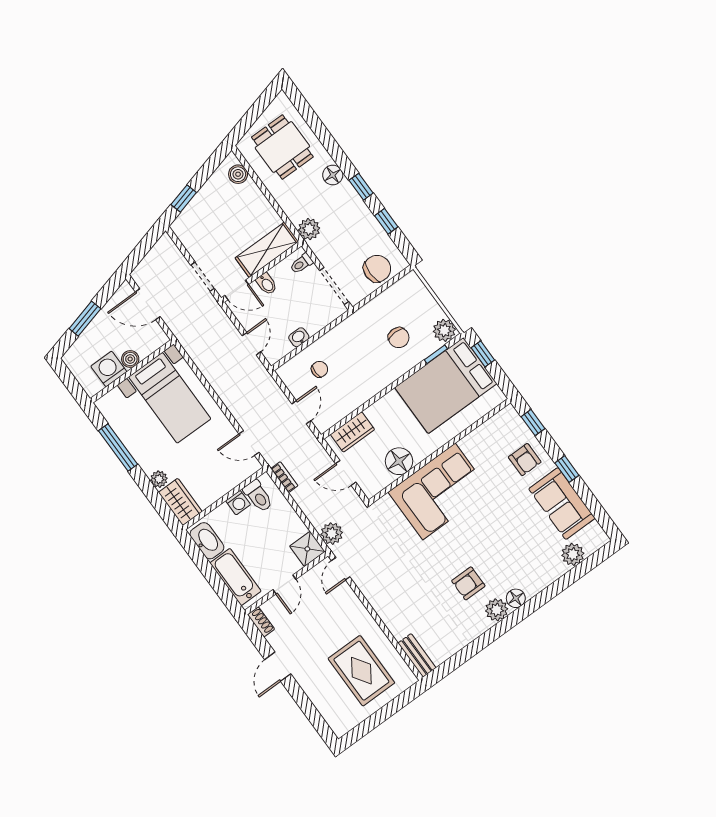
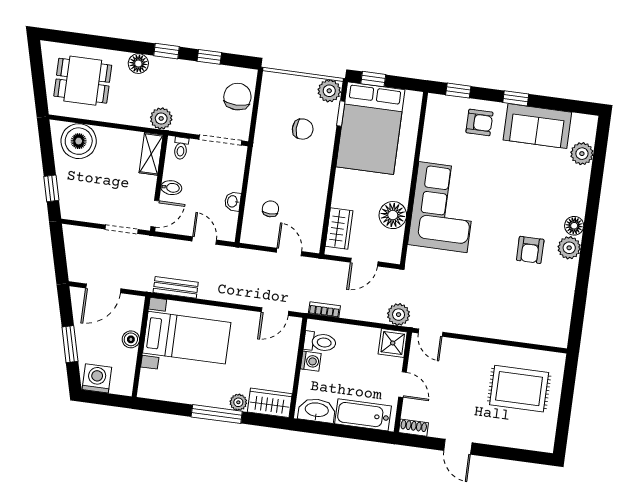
boiler: (238, 174) -> (79, 141), width x1.86, depth x1.86
shelving: (267, 250) -> (151, 154), width x0.67, depth x0.75
washing machine: (109, 369) -> (97, 378), moved, turned 90
window: (118, 448) -> (217, 414), moved
bench: (417, 655) -> (176, 287), moved

